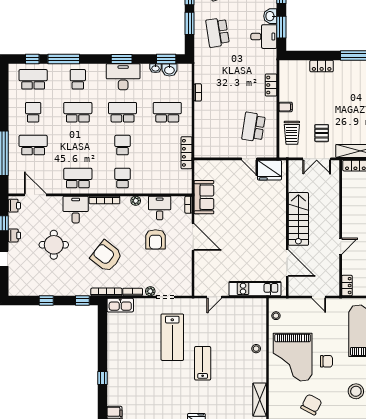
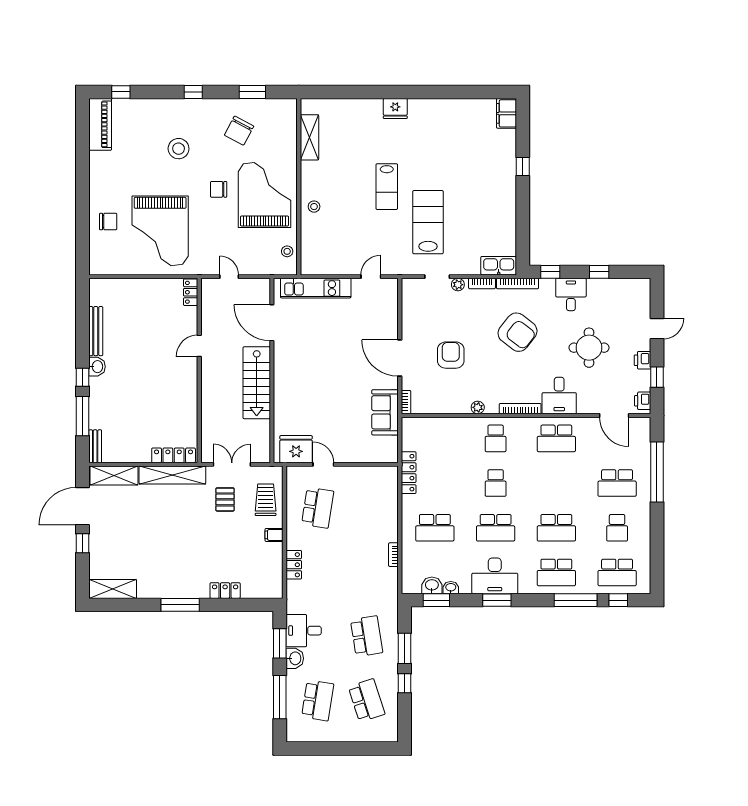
school desk: (78, 79) -> (556, 572), width x1.85
desk: (160, 208) -> (571, 294), moved, turned 180

